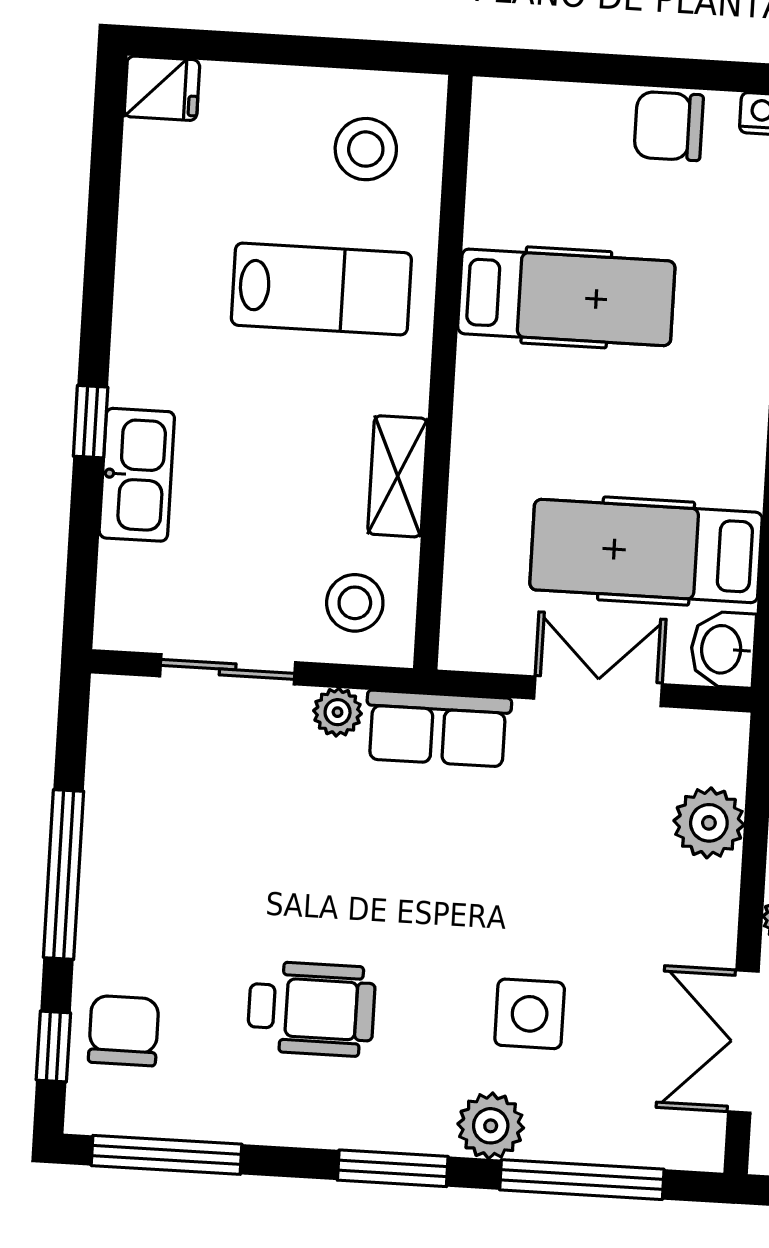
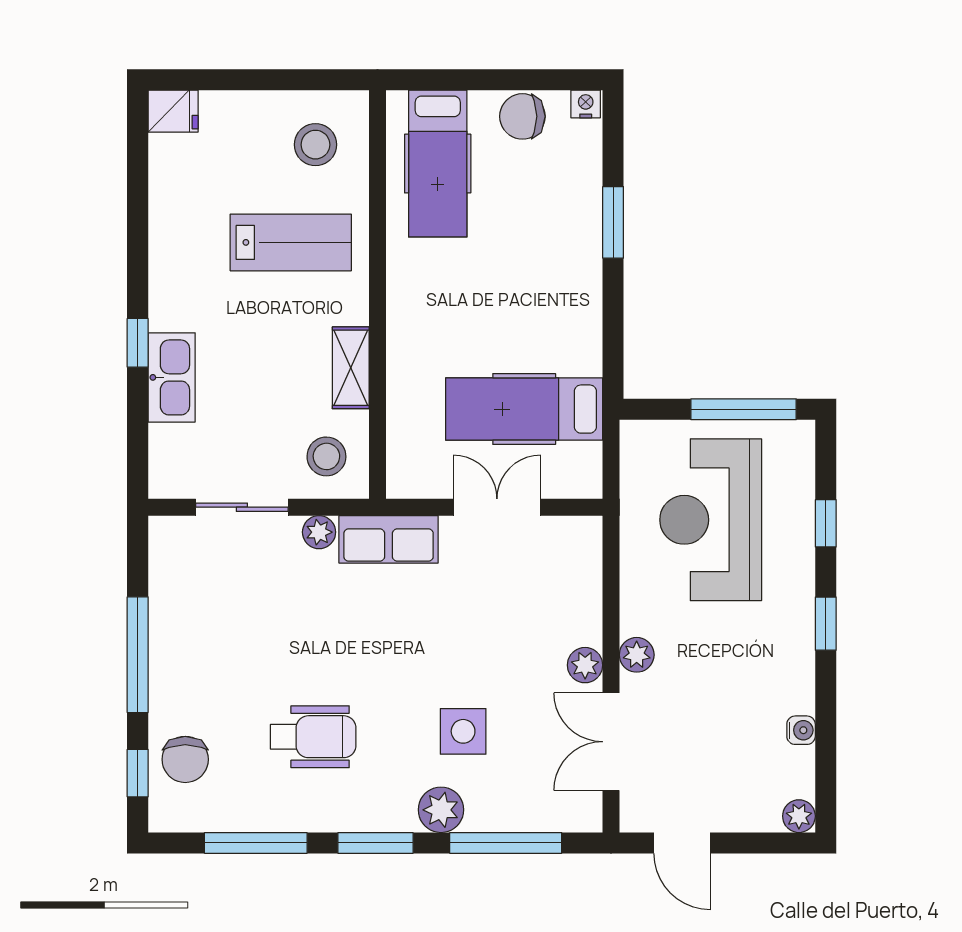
hospital bed: (566, 297) -> (438, 164), moved, turned 90
washbasin: (723, 649) -> (581, 473), removed
plant: (709, 823) -> (585, 665), moved, width x0.73, depth x0.73
chair: (124, 1031) -> (185, 759), turned 180
window: (167, 1155) -> (256, 843), moved

